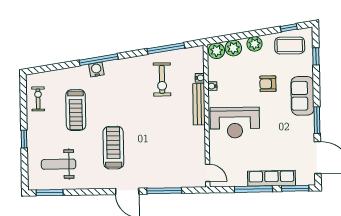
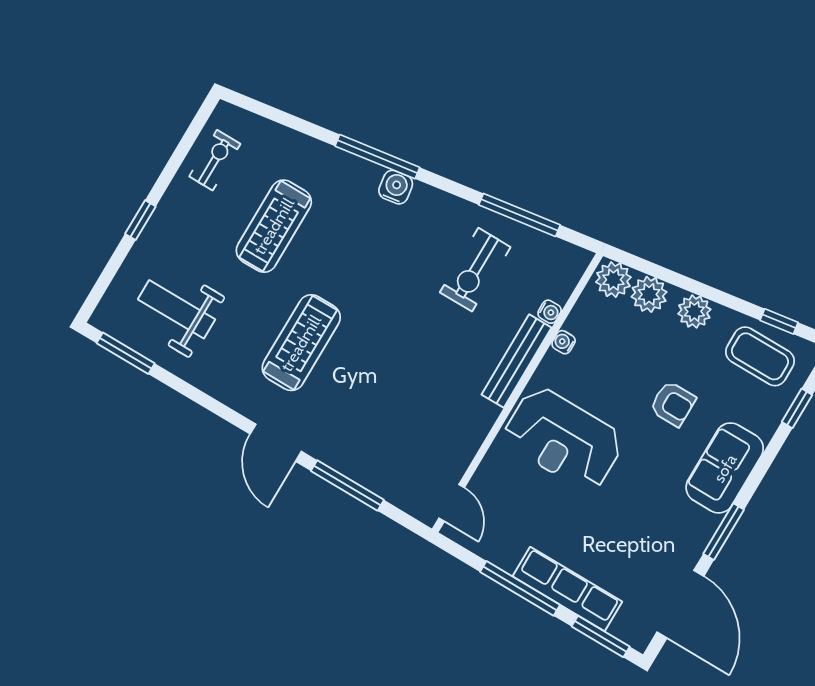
water cooler: (96, 70) -> (396, 187), moved
armchair: (268, 84) -> (673, 404), turned 180

